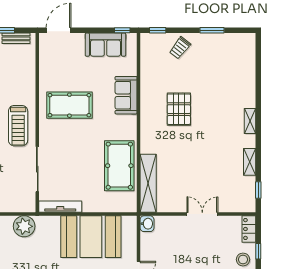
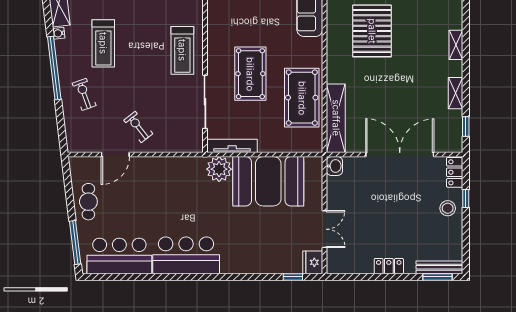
pool table: (69, 105) -> (250, 74), moved, turned 90
pallet: (179, 109) -> (372, 31), width x1.37, depth x1.41
double door: (202, 214) -> (400, 155), width x1.87
plant: (24, 226) -> (219, 169), moved

